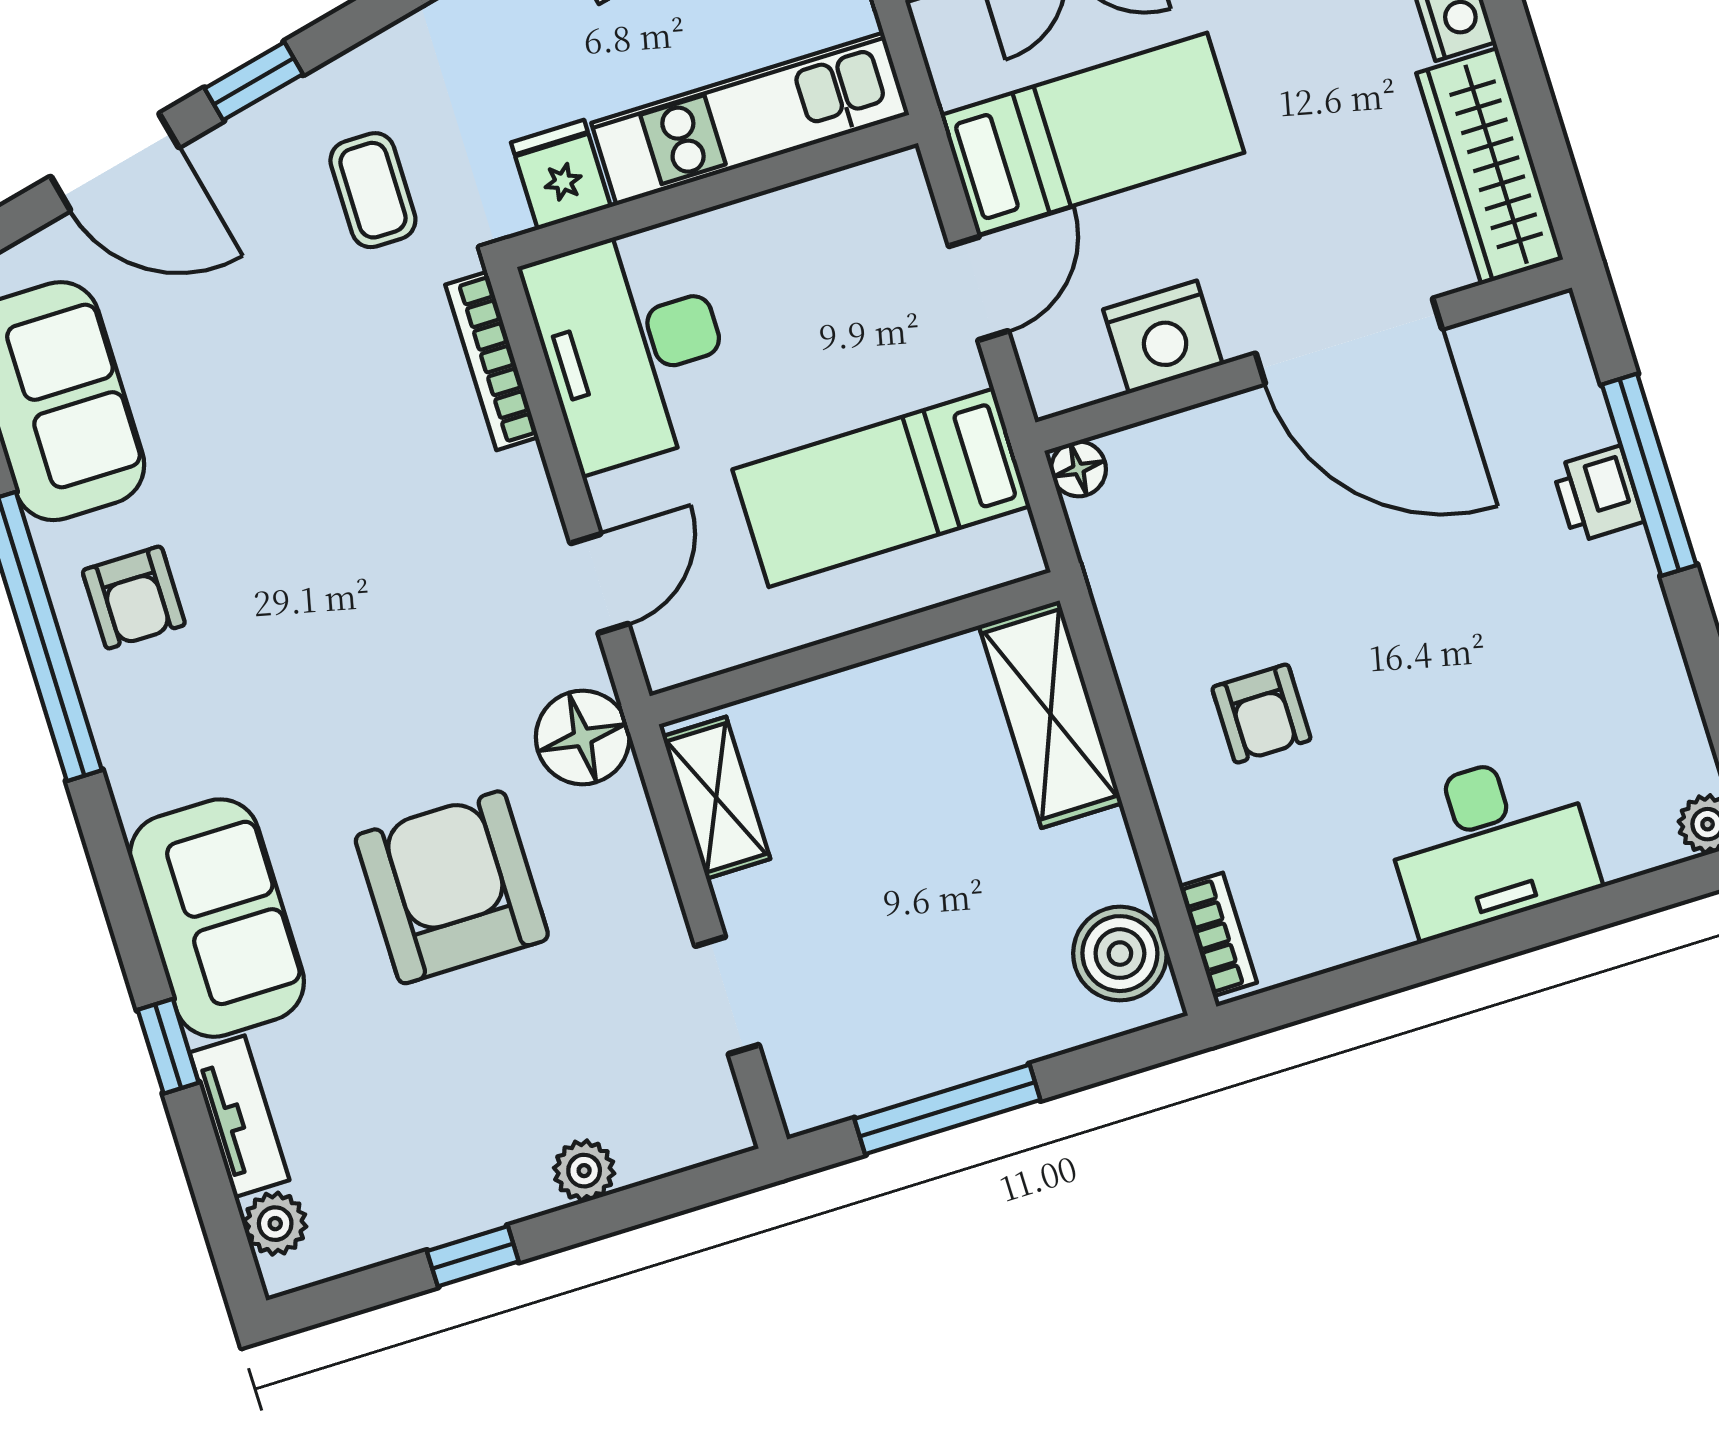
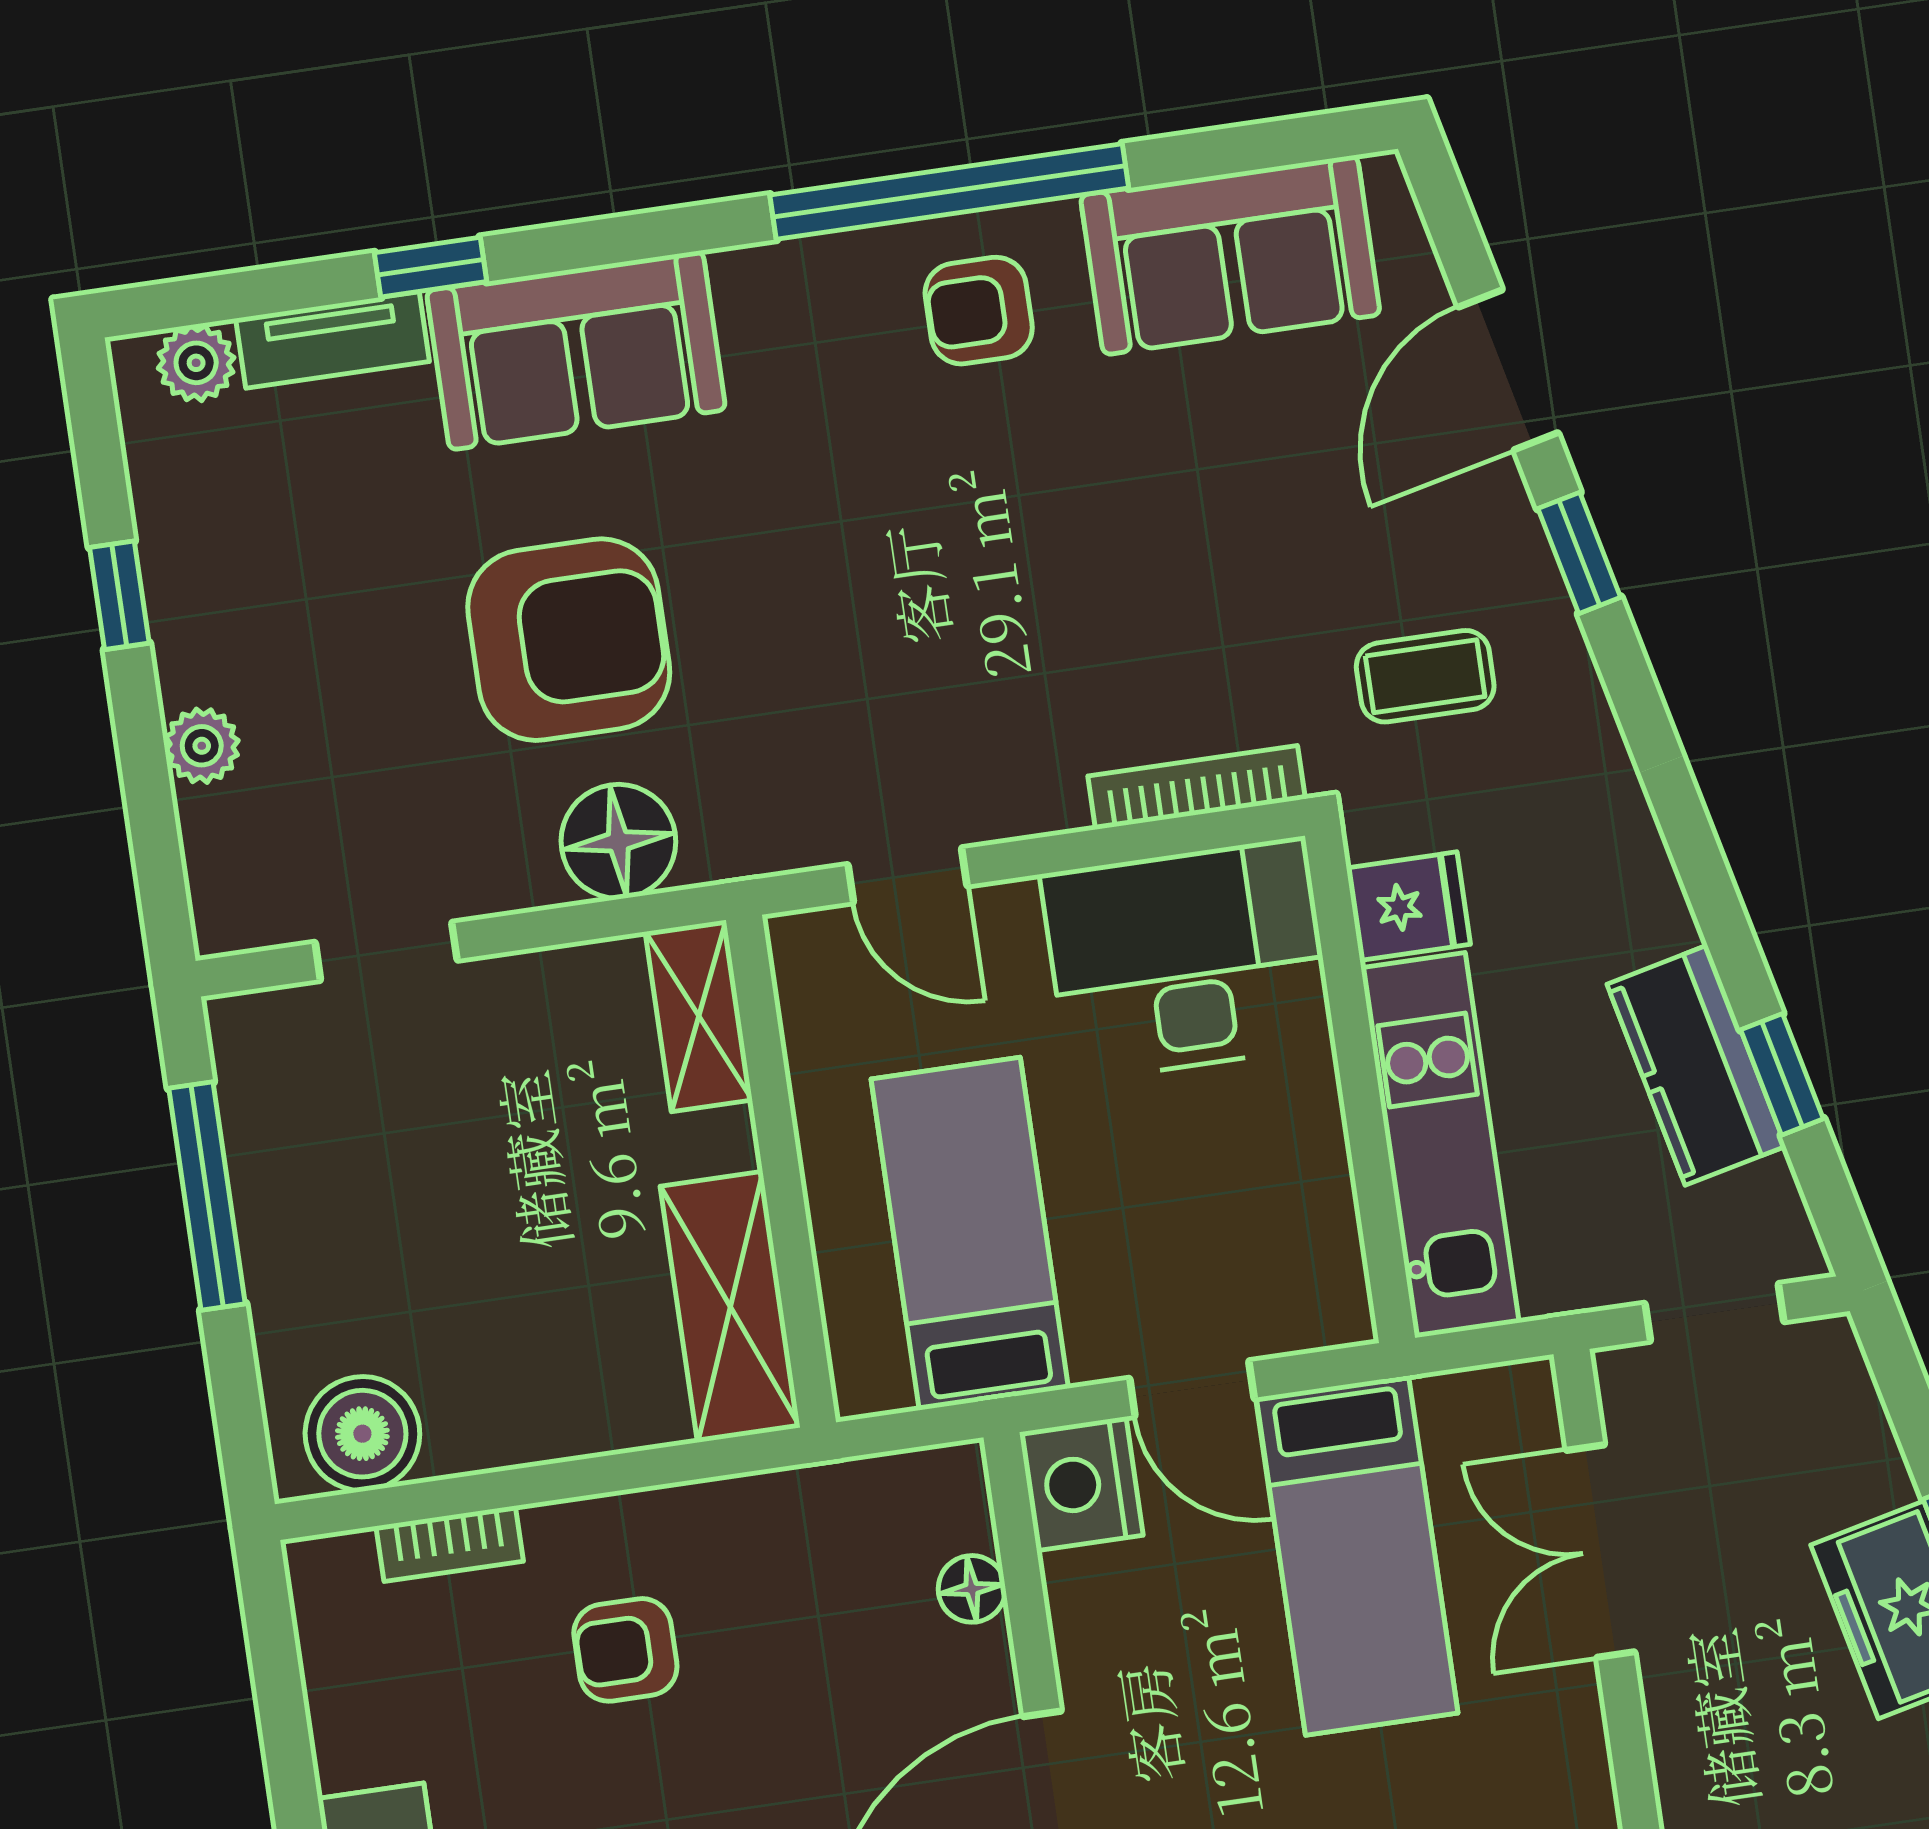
nightstand: (1163, 337) -> (1081, 1484), moved
floor lamp: (1078, 469) -> (972, 1589), moved
shelving: (1050, 714) -> (730, 1307), moved, turned 90
floor lamp: (583, 737) -> (618, 841), moved
shelving: (716, 798) -> (699, 1016), moved, turned 90
bookcase: (1218, 934) -> (450, 1544), moved

